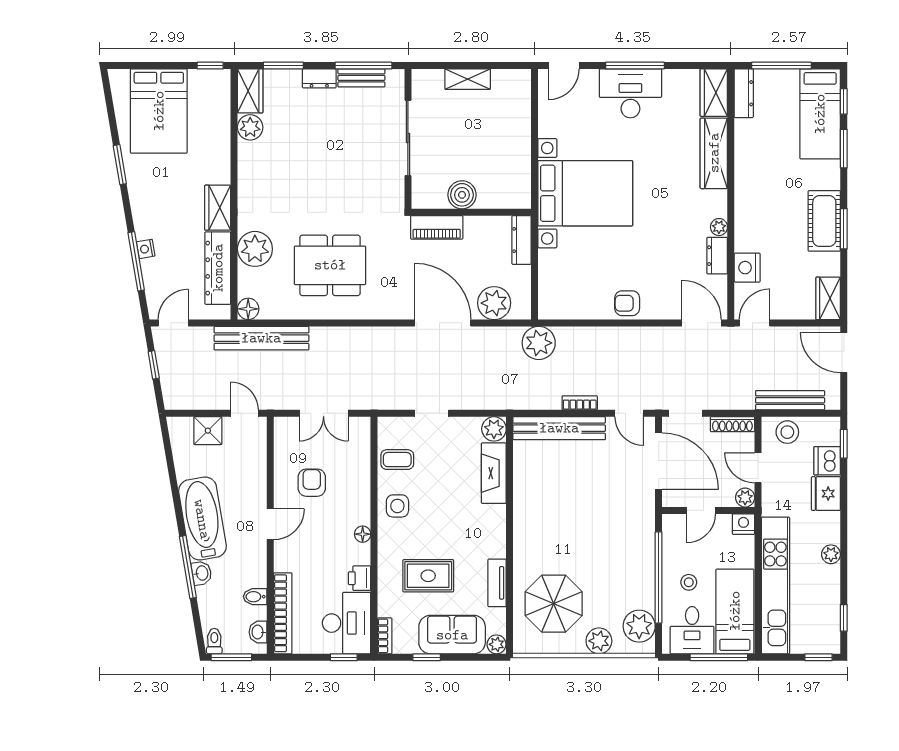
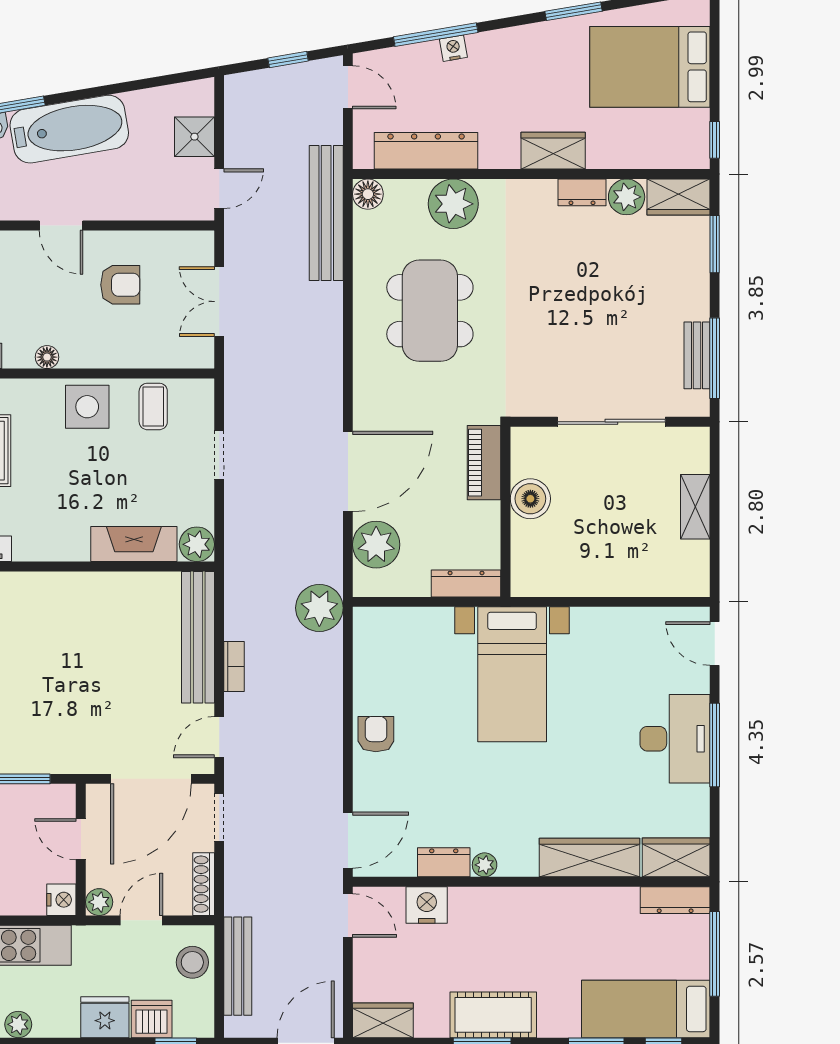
dresser: (319, 78) -> (582, 192), moved, turned -90
bed with nightstands: (585, 193) -> (512, 674), width x0.73
wardrobe: (218, 208) -> (553, 151), moved
side table: (397, 506) -> (87, 407), width x1.37, depth x1.37

